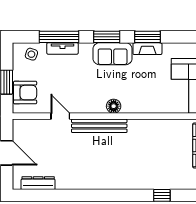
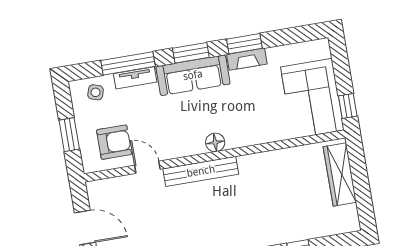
sofa: (113, 54) -> (193, 75), width x1.36
armchair: (25, 93) -> (114, 142), moved

